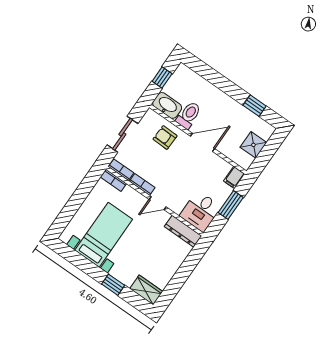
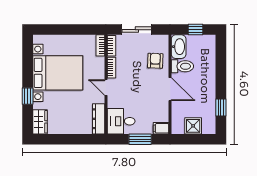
bed with nightstands: (104, 235) -> (58, 73), width x1.36

